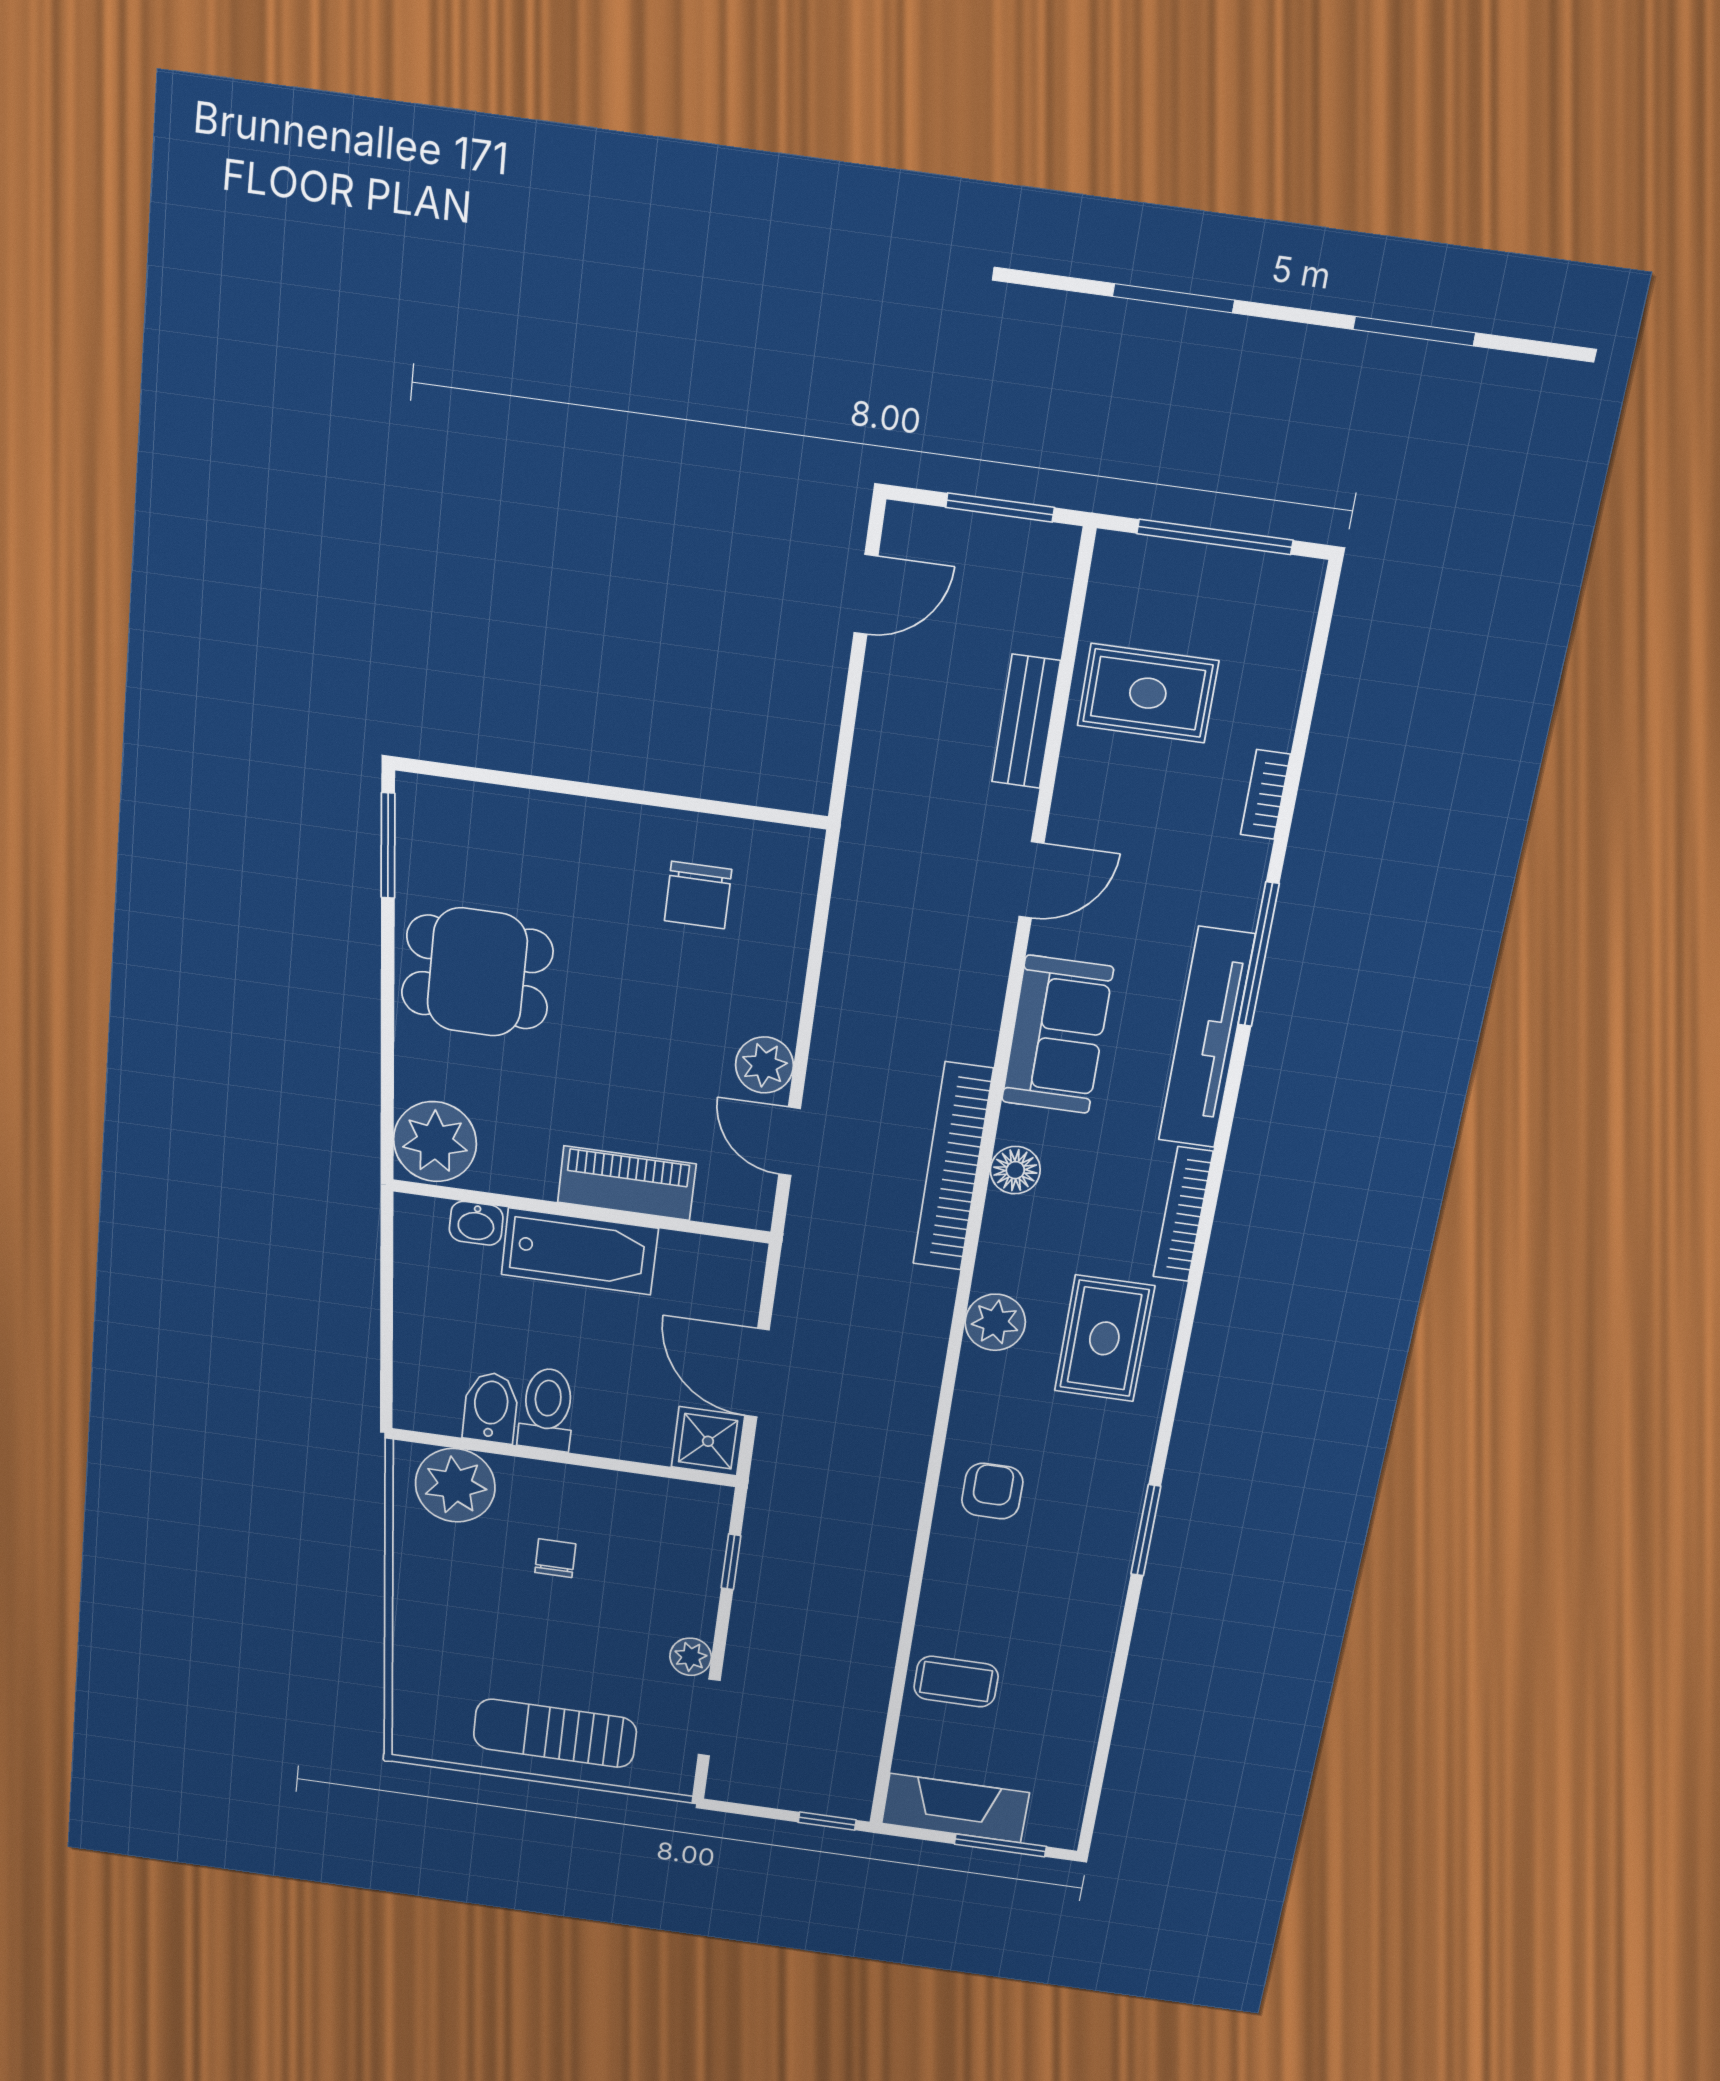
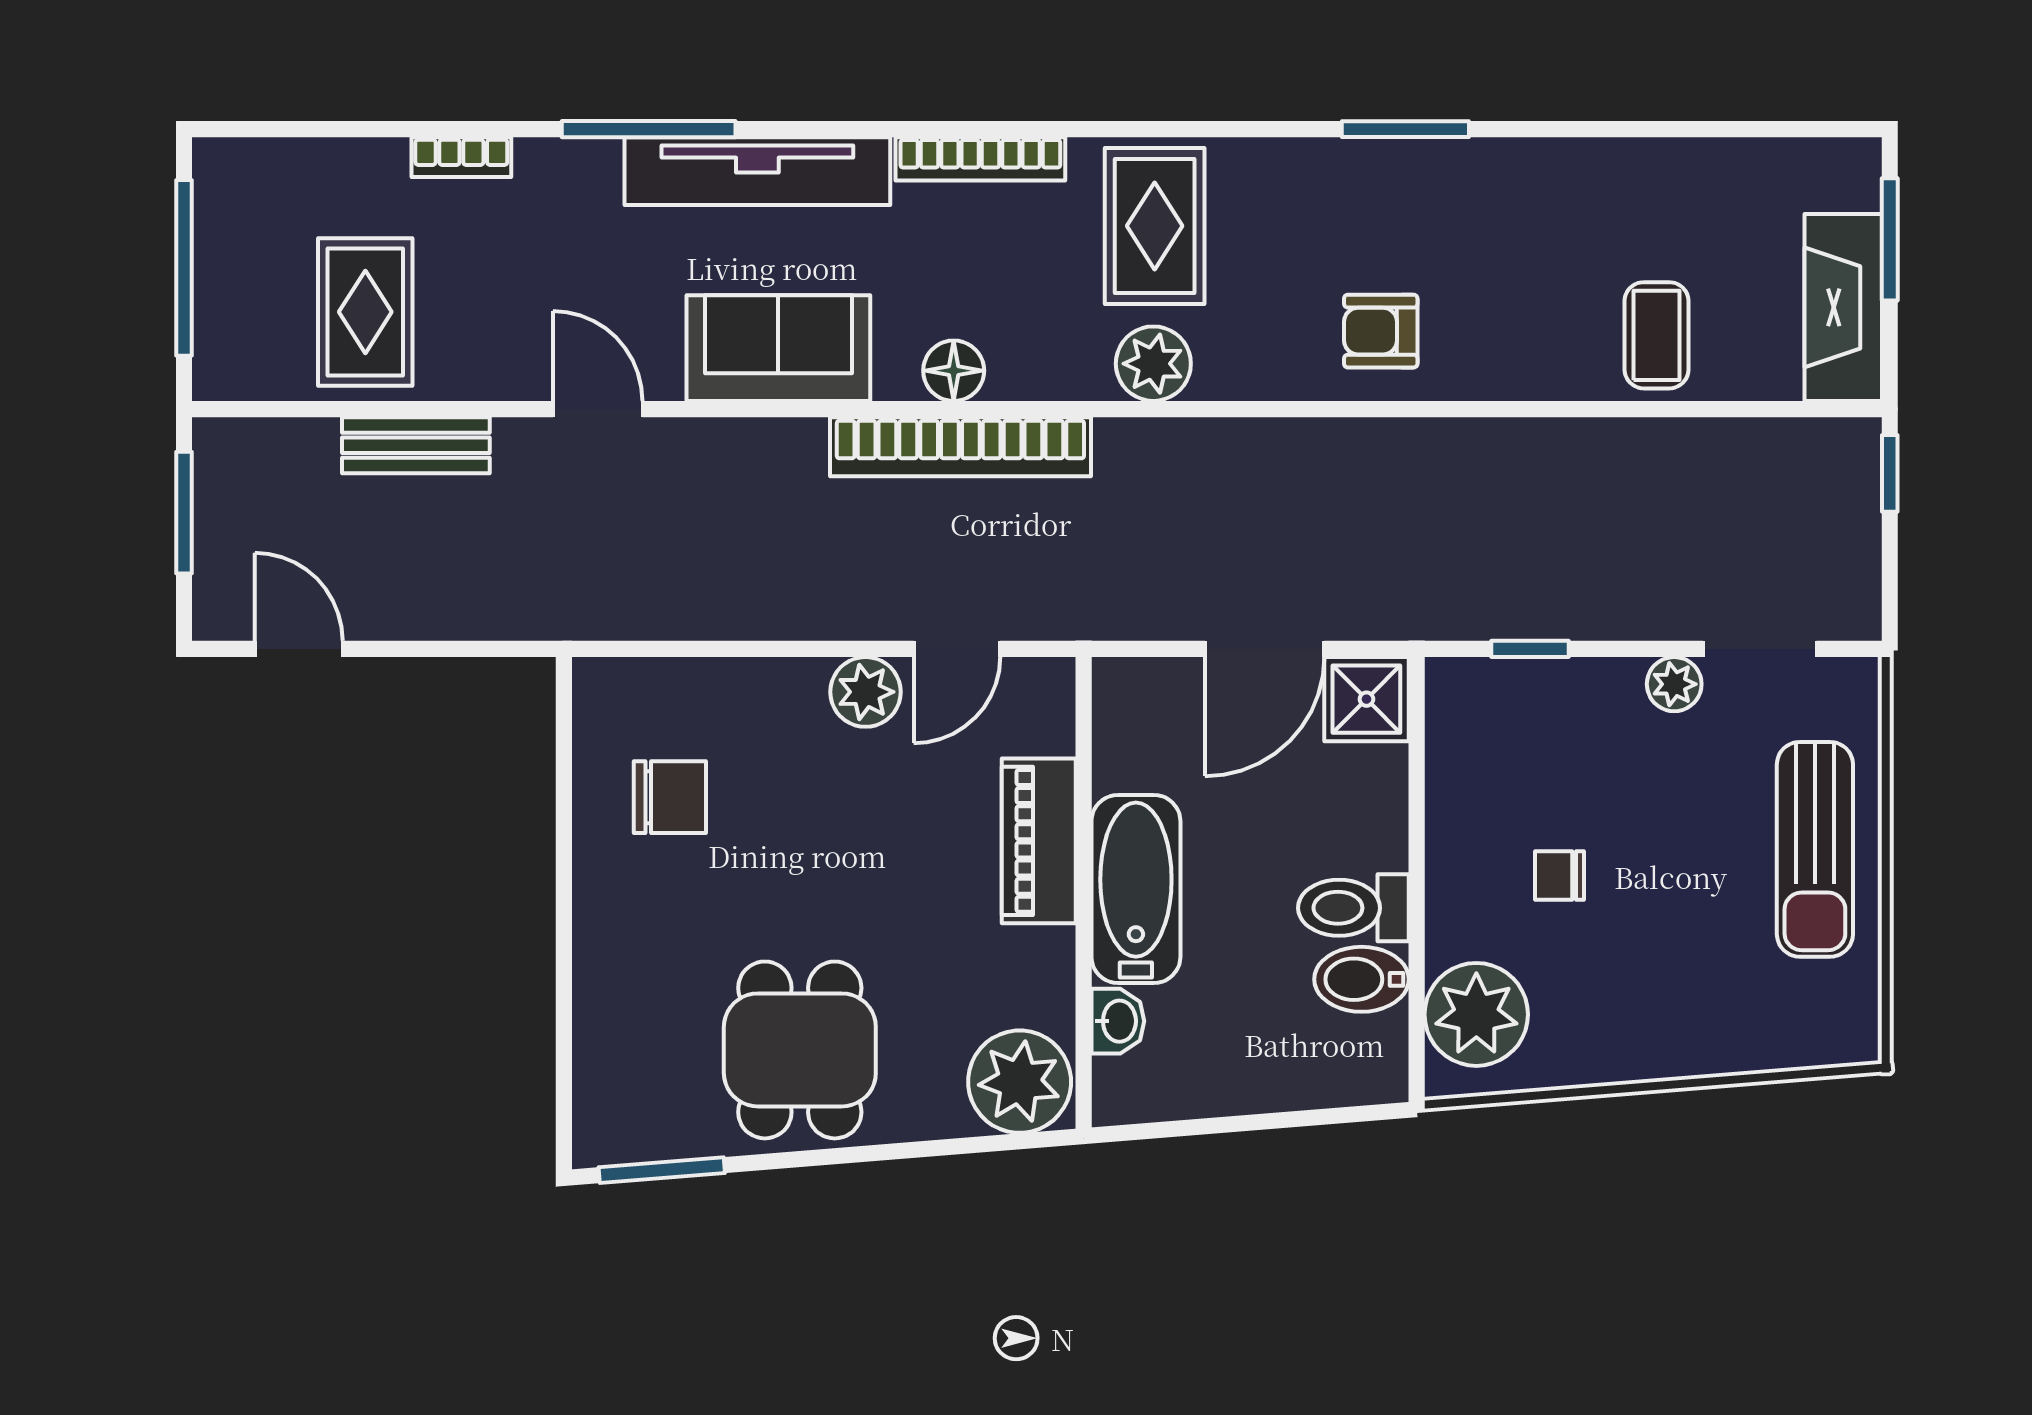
rug: (1104, 1338) -> (1155, 226), turned 90

